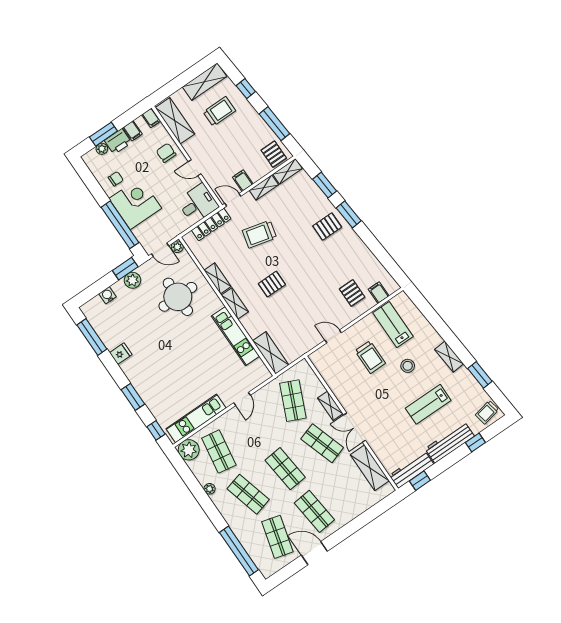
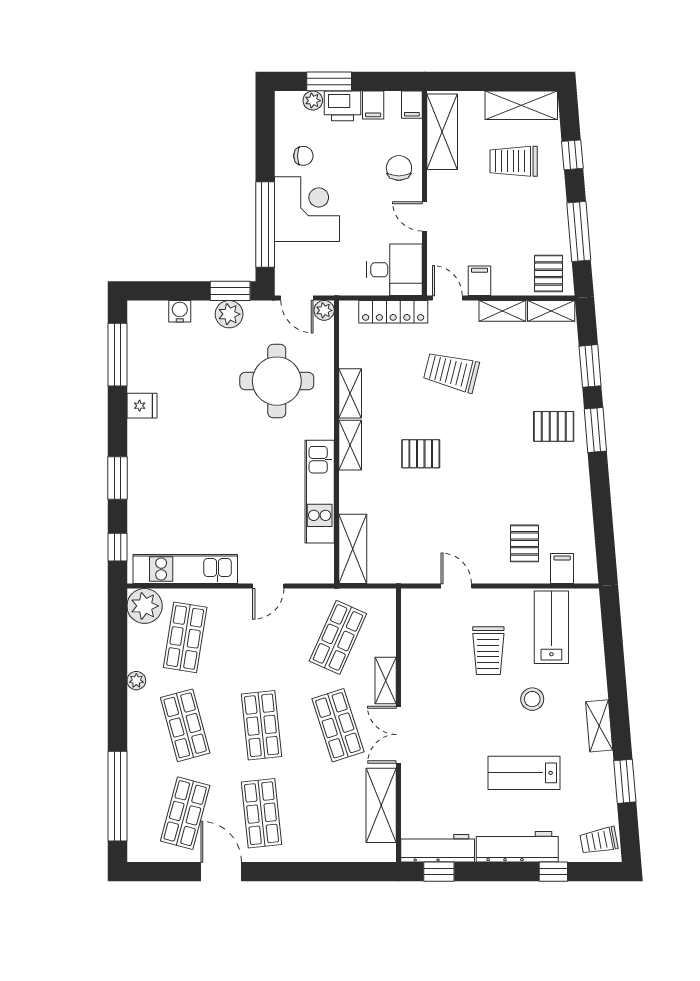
trolley: (219, 111) -> (514, 161), turned 180

